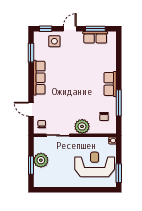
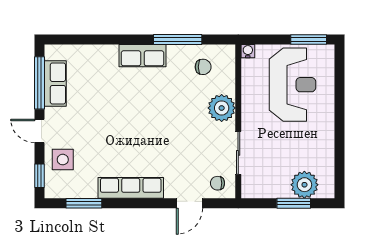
window: (95, 29) -> (39, 83), width x1.44
plant: (41, 160) -> (304, 185), moved
reception desk: (95, 164) -> (292, 85), turned 180

